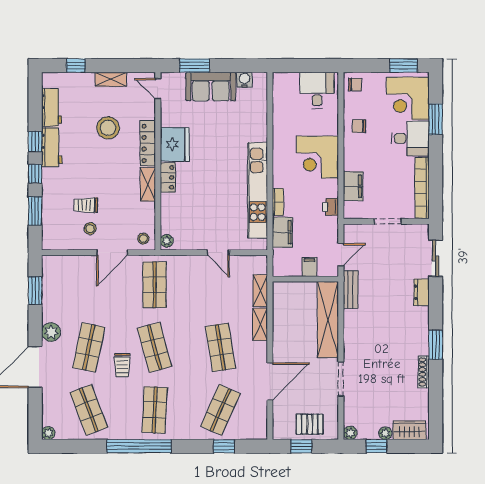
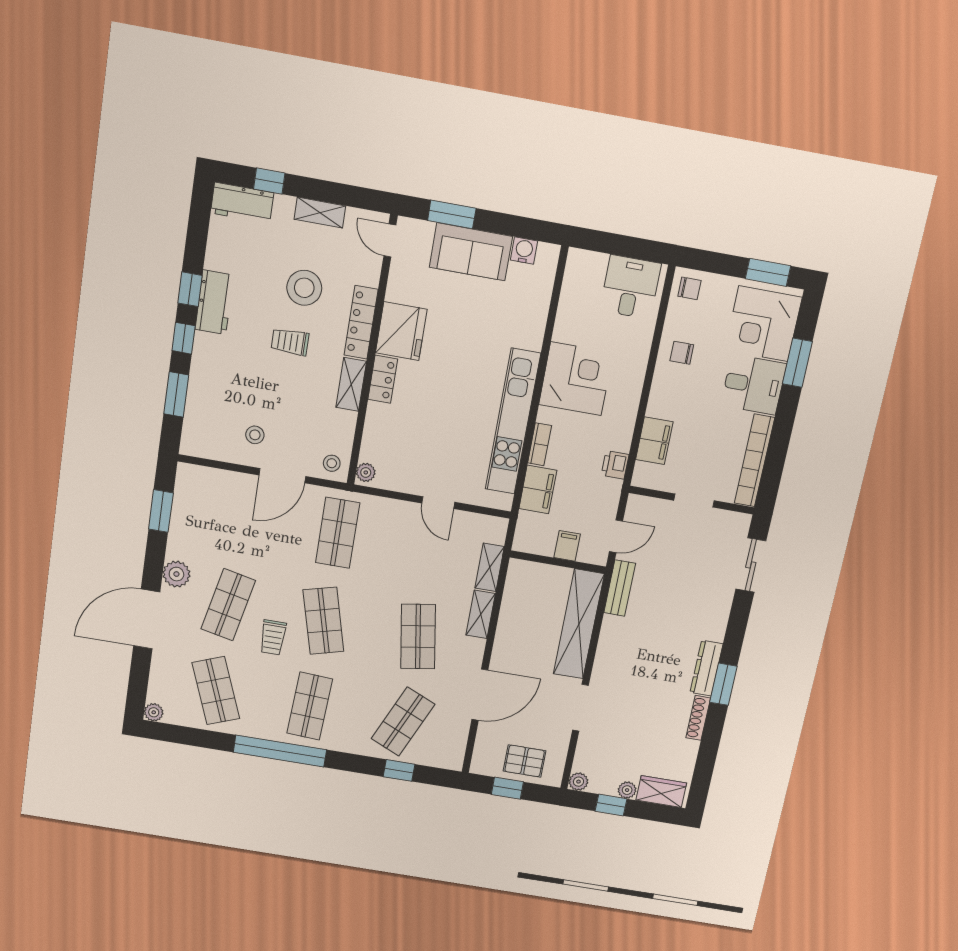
workbench: (52, 107) -> (242, 203), moved, turned 90
corner desk: (317, 157) -> (576, 379), moved, turned 180
trolley: (86, 205) -> (290, 342), moved
dresser: (421, 292) -> (706, 668), moved, width x1.44

